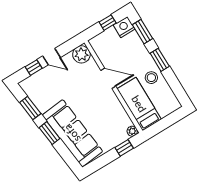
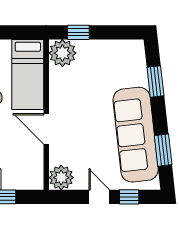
plant: (132, 131) -> (62, 53), width x1.87, depth x1.87
window: (50, 133) -> (155, 81), moved
sofa: (72, 133) -> (136, 135), moved

